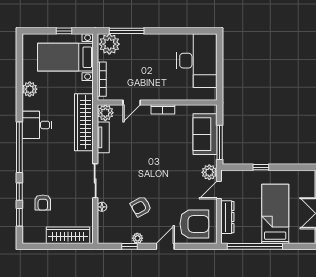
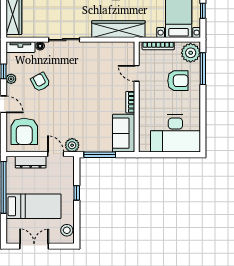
armchair: (140, 58) -> (178, 81), added
plant: (105, 113) -> (127, 49), removed
sofa: (205, 134) -> (124, 133), moved, turned -90
tv unit: (103, 137) -> (20, 47), moved
stool: (301, 178) -> (67, 230), added

